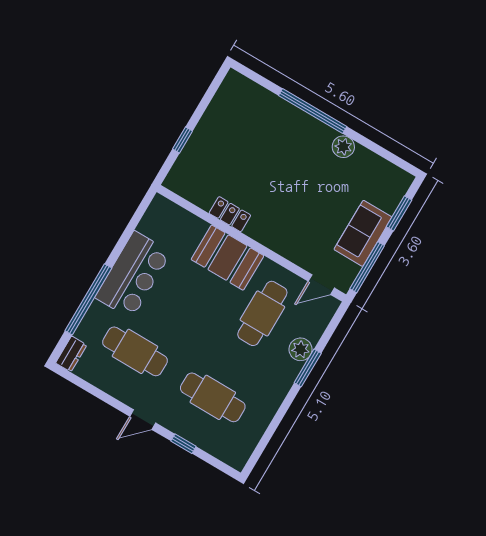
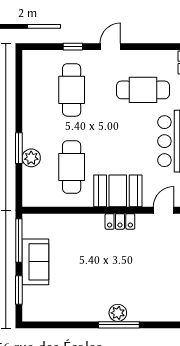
window: (313, 111) -> (119, 325), width x0.68
plant: (343, 147) -> (118, 313), moved
locker: (230, 214) -> (120, 221), moved
door: (321, 285) -> (164, 210), moved
cafe table: (213, 397) -> (72, 90), turned 90

